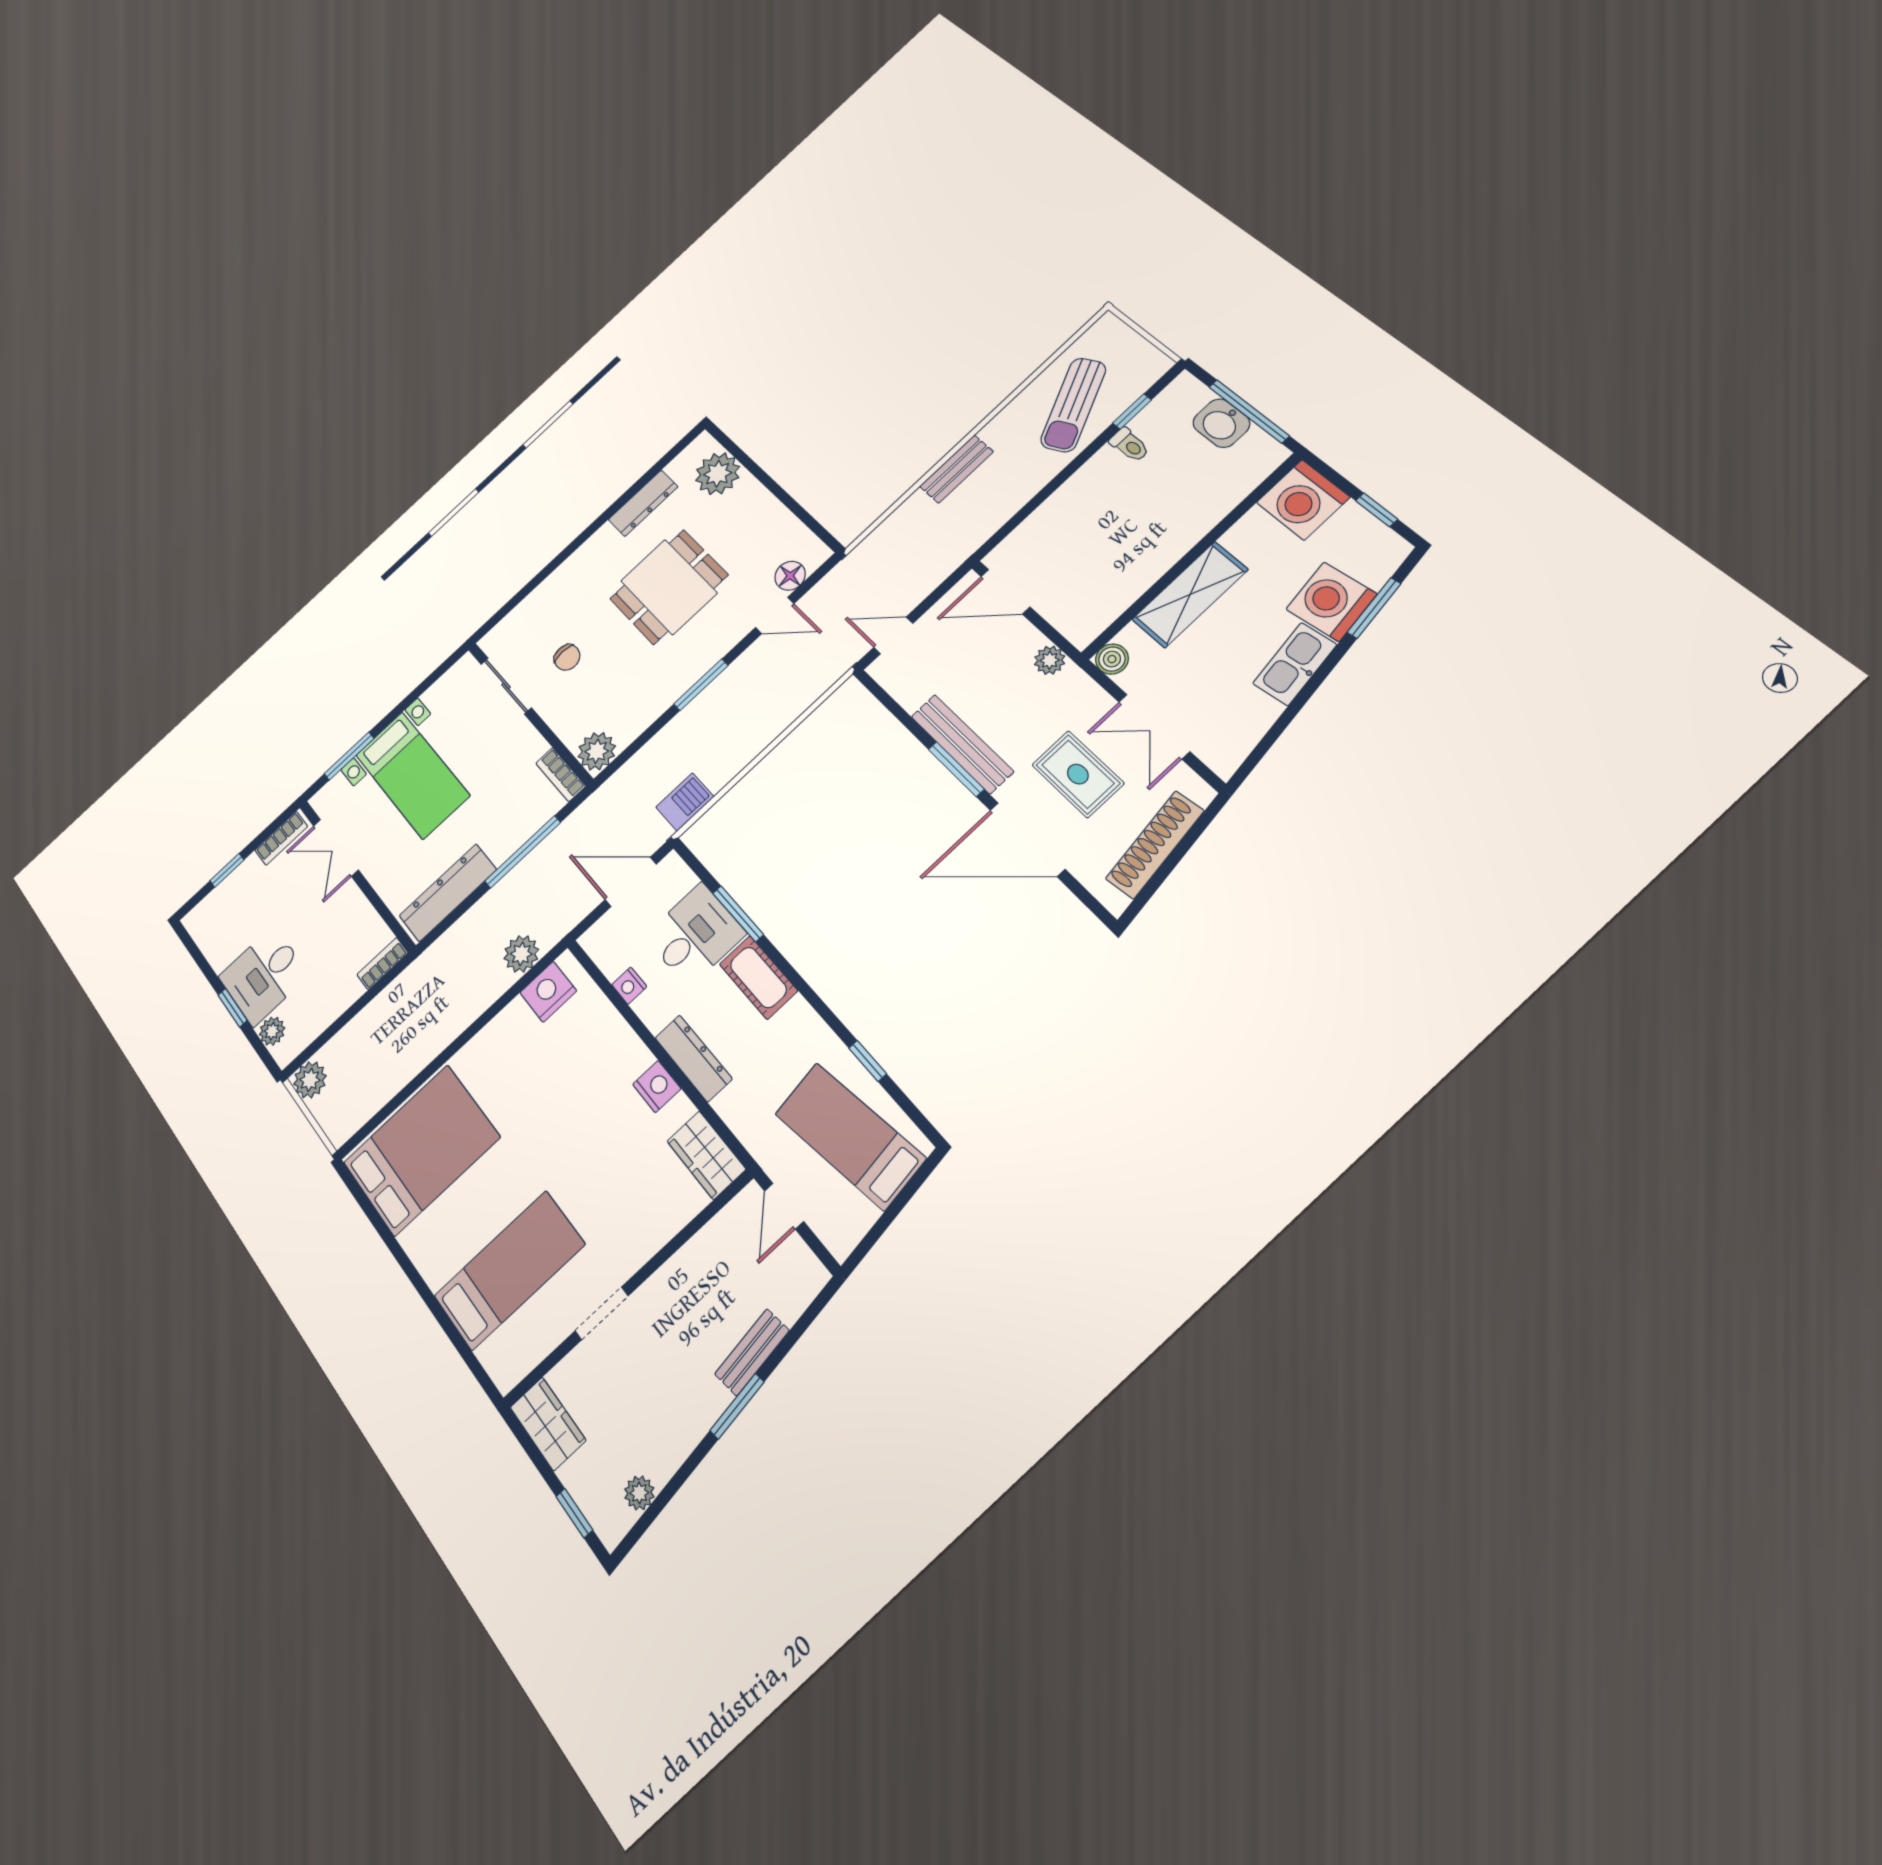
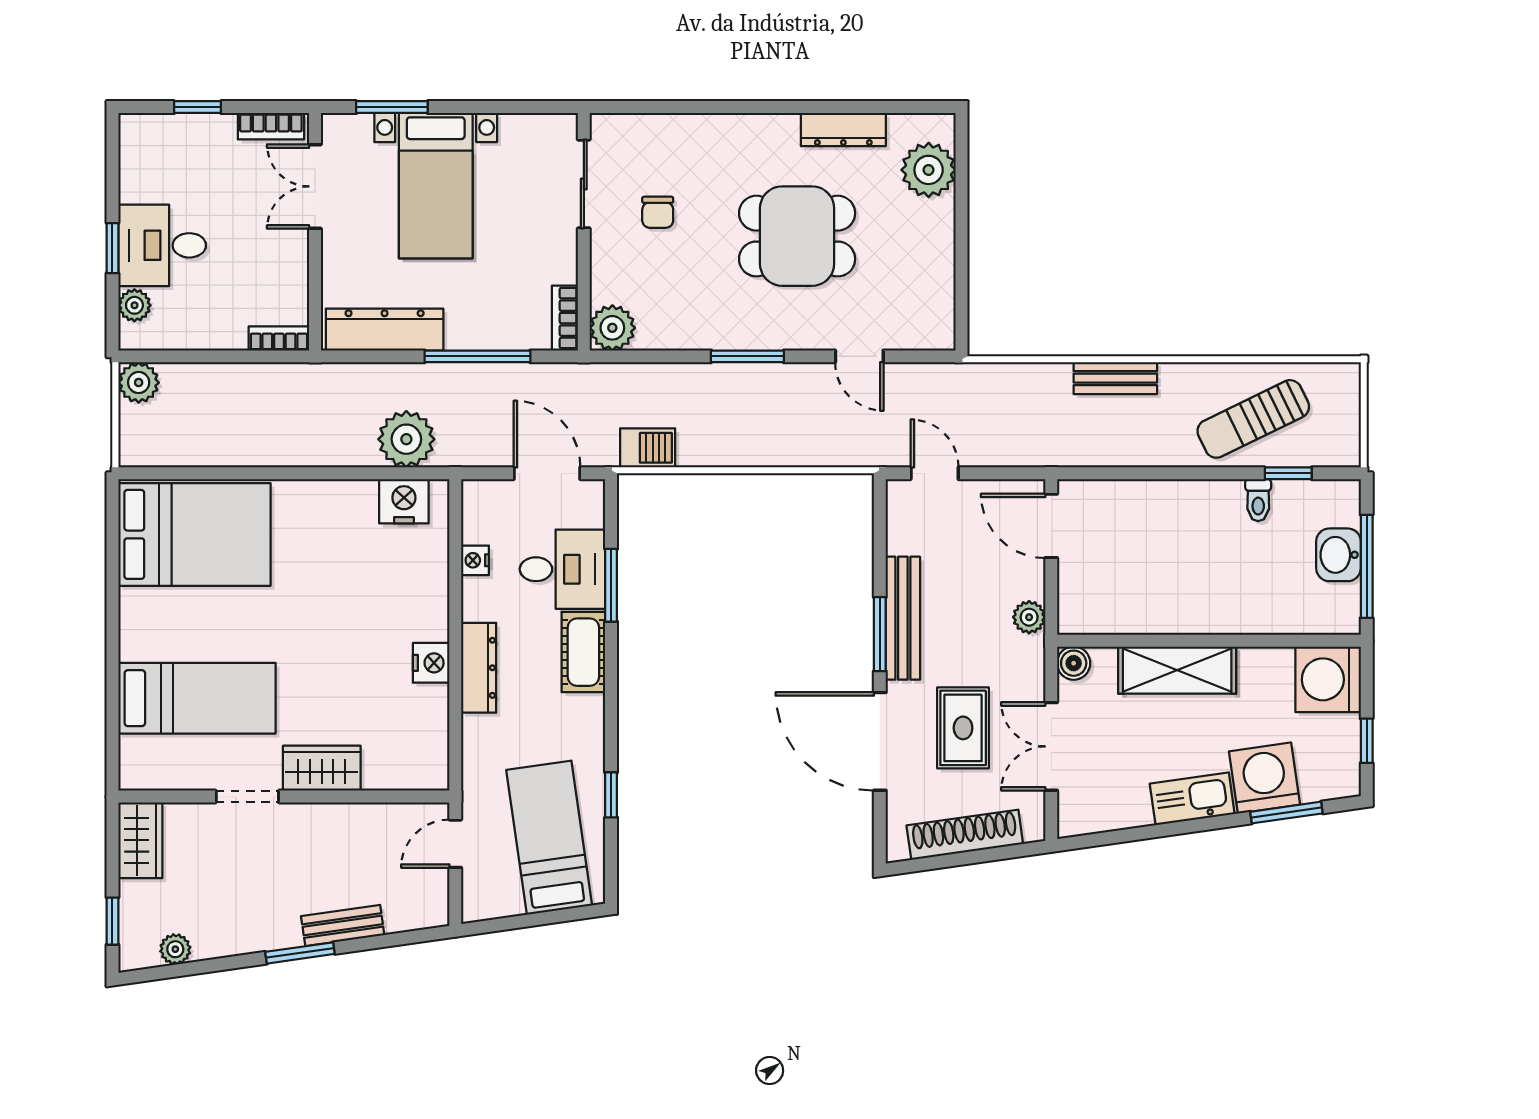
floor lamp: (790, 576) -> (903, 333), removed
plant: (521, 954) -> (406, 439), width x1.36, depth x1.36
wardrobe: (706, 1155) -> (322, 768), moved, turned 90

